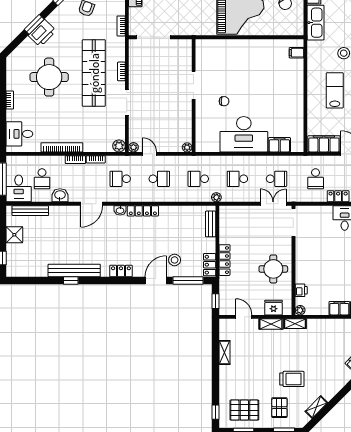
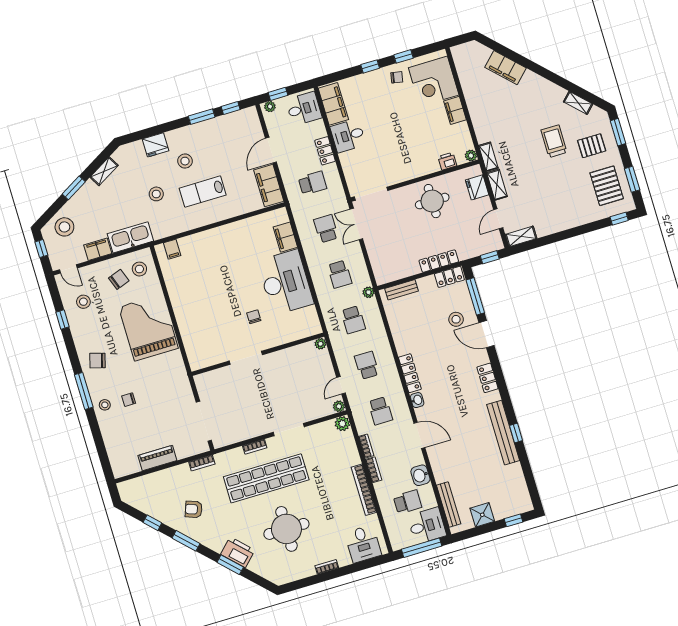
stool: (289, 22) -> (139, 269), added
shelving: (225, 352) -> (521, 236), moved

